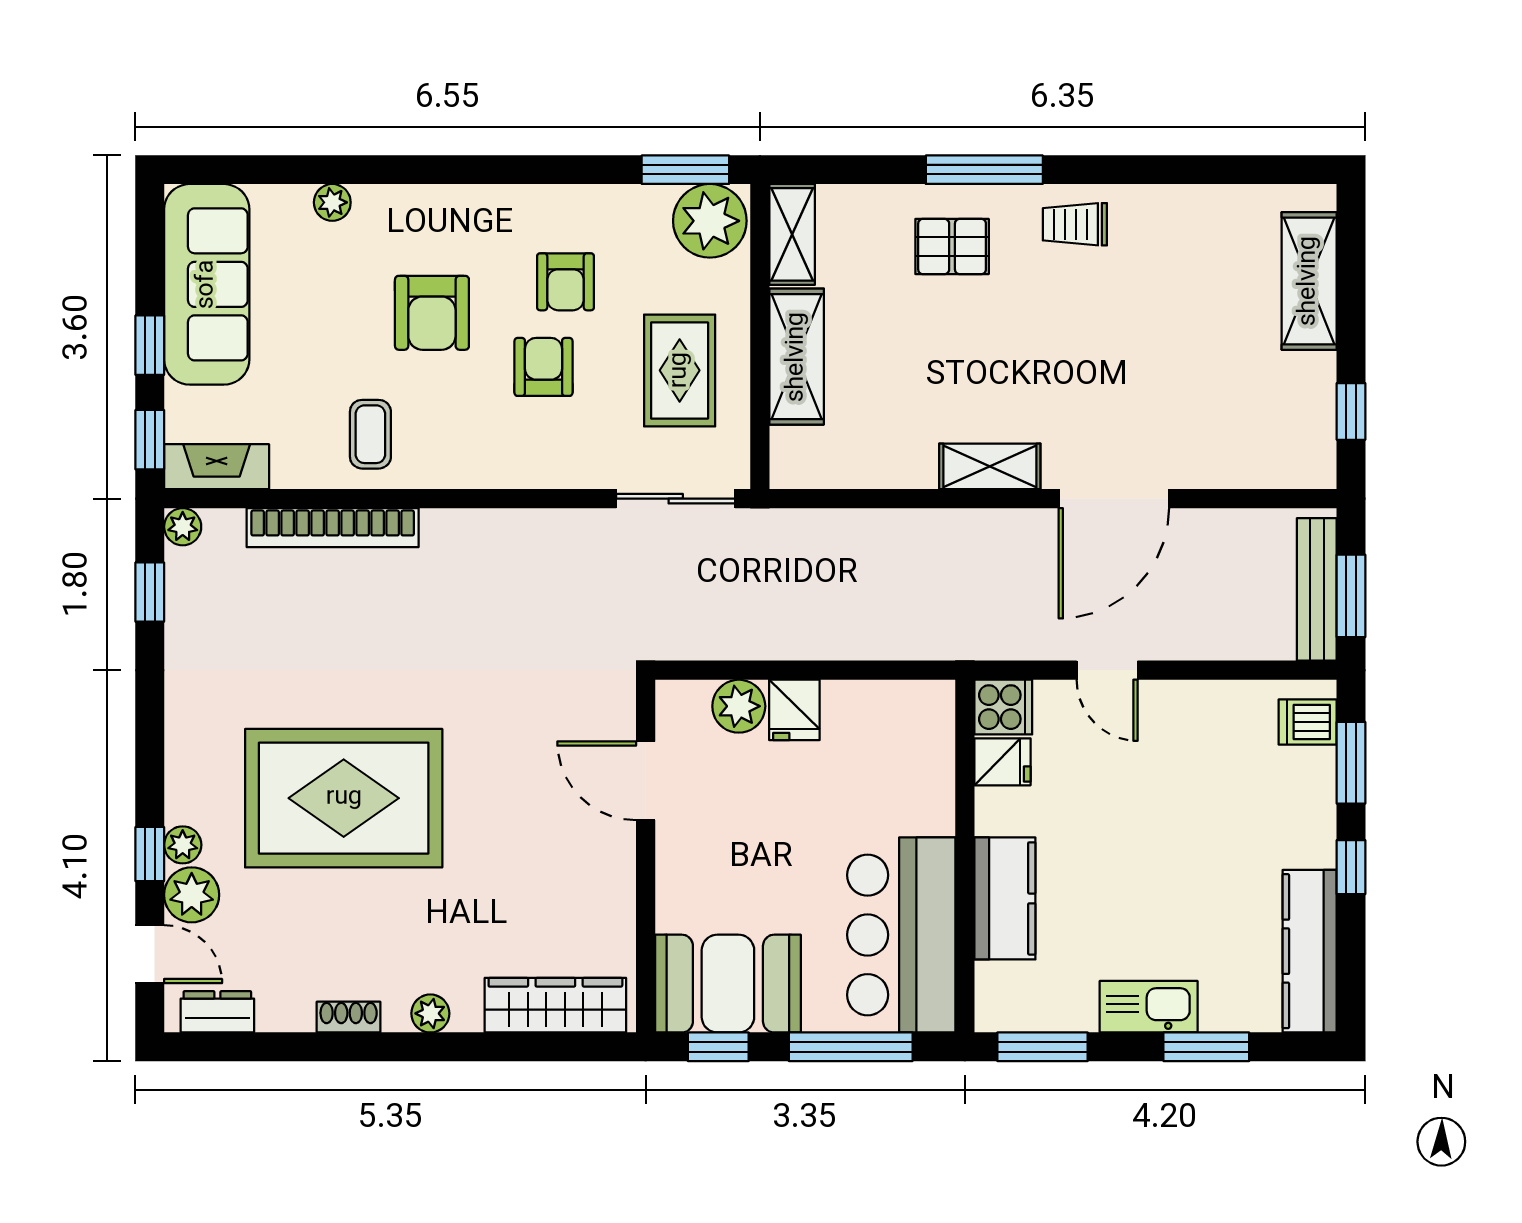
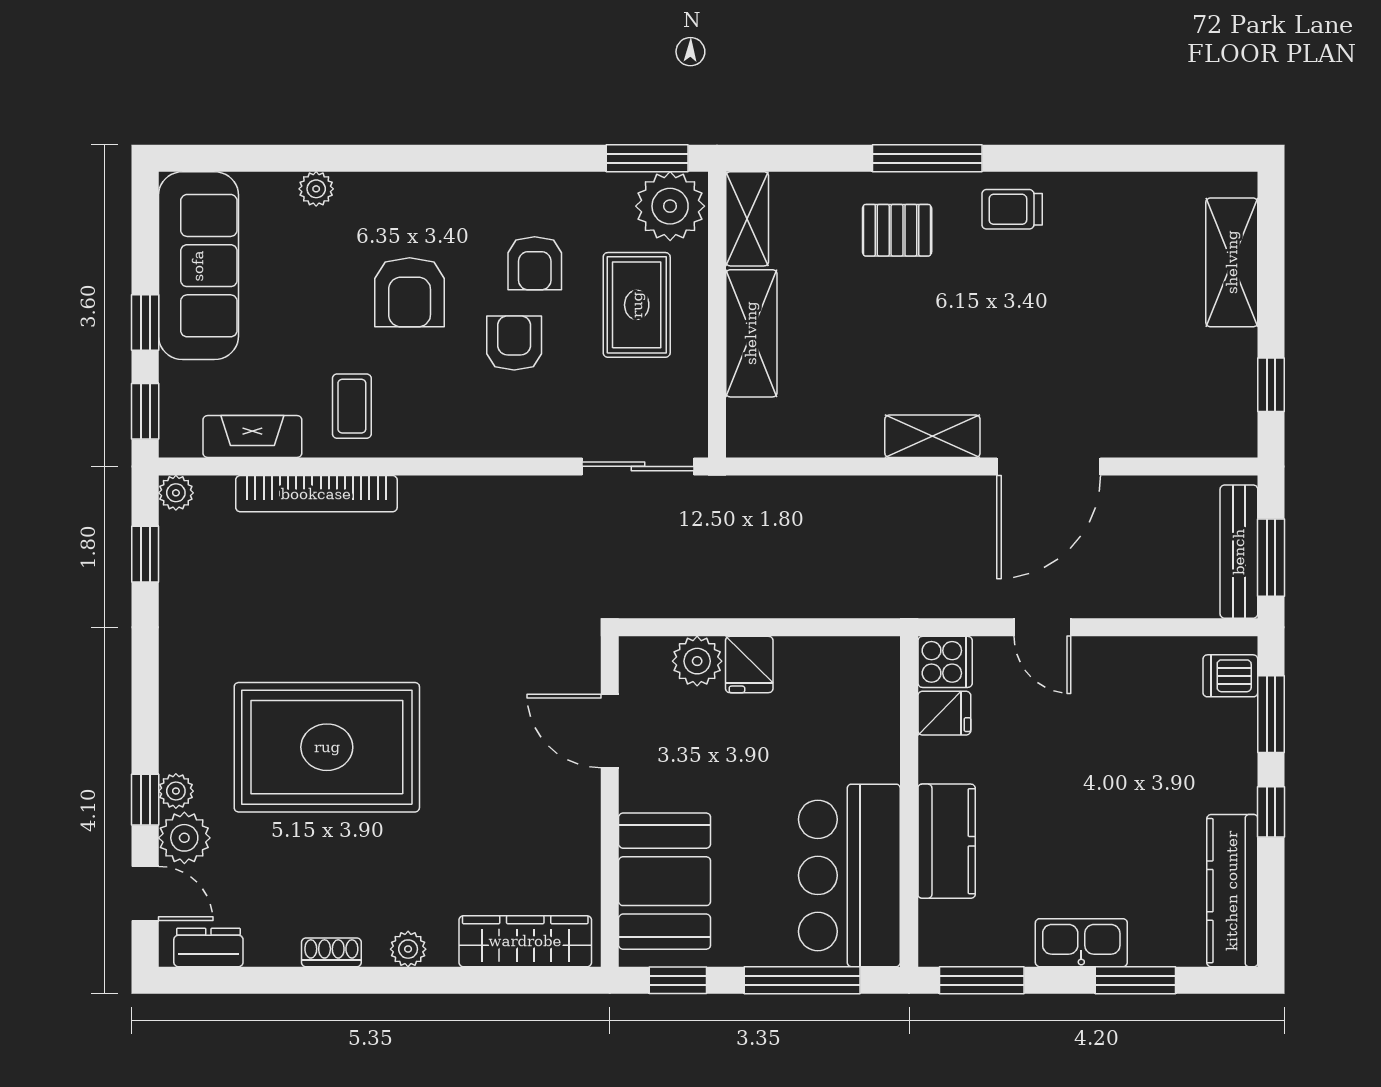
rug: (680, 370) -> (637, 305), moved
fireplace: (217, 467) -> (252, 436), moved
booth: (728, 984) -> (665, 881), moved, turned 90

